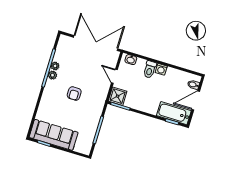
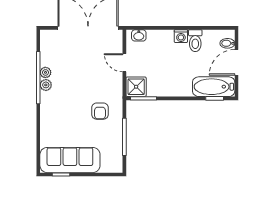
toilet: (150, 69) -> (195, 41), moved
armchair: (74, 93) -> (100, 111), moved

